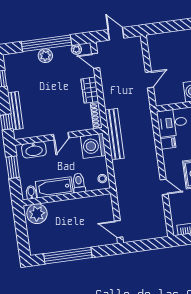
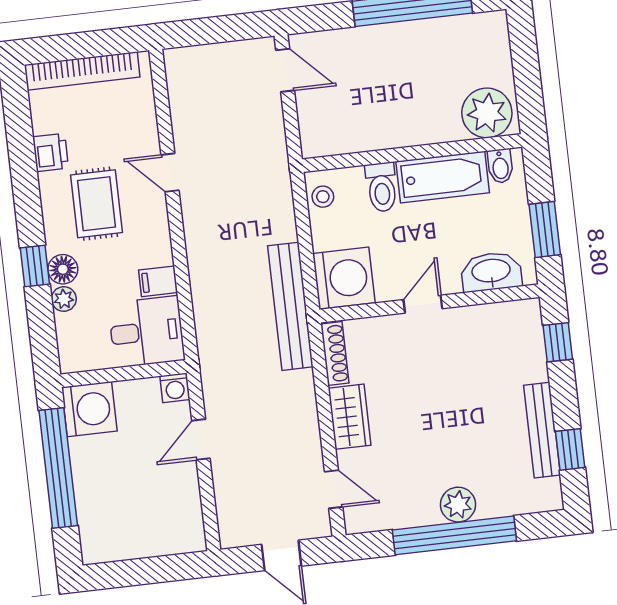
plant: (76, 49) -> (381, 519), removed
washing machine: (160, 100) -> (175, 388), added
bench: (15, 111) -> (542, 430), moved

